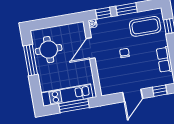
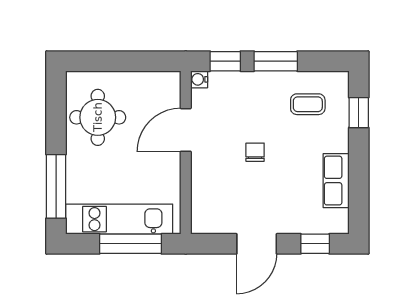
coffee table: (145, 26) -> (308, 104), width x0.54, depth x0.58
window: (31, 60) -> (56, 186), moved

